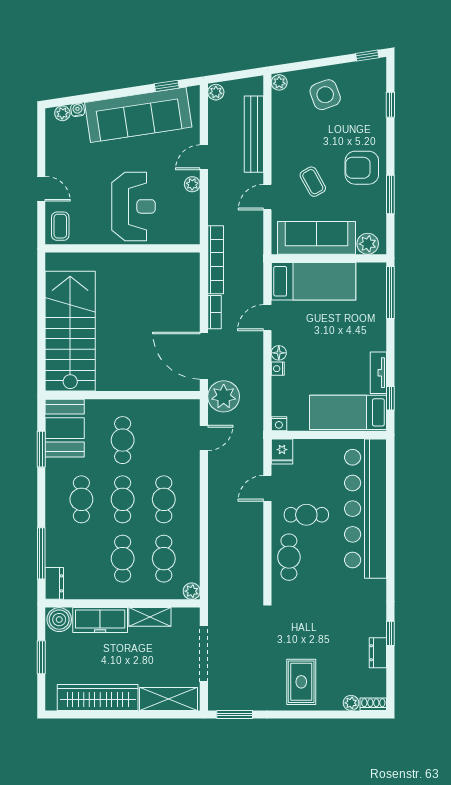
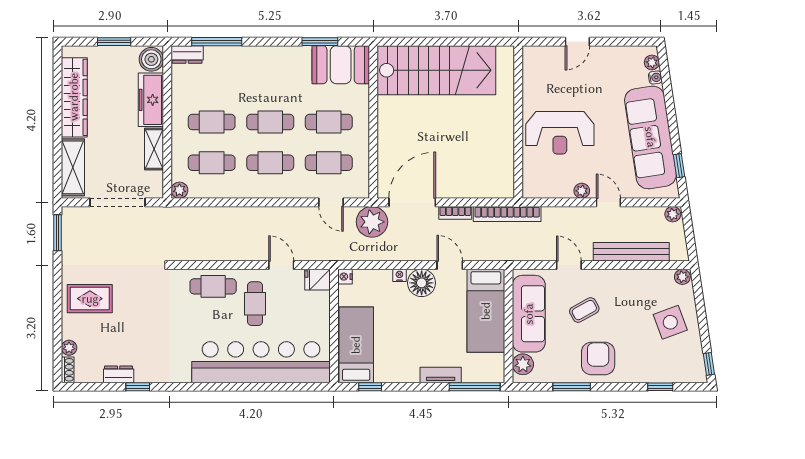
coffee table: (60, 226) -> (540, 60), removed
floor lamp: (279, 353) -> (422, 283), width x1.89, depth x1.89
tv unit: (378, 373) -> (441, 375), moved
cafe table: (81, 499) -> (329, 163), moved

